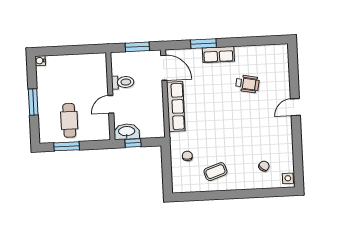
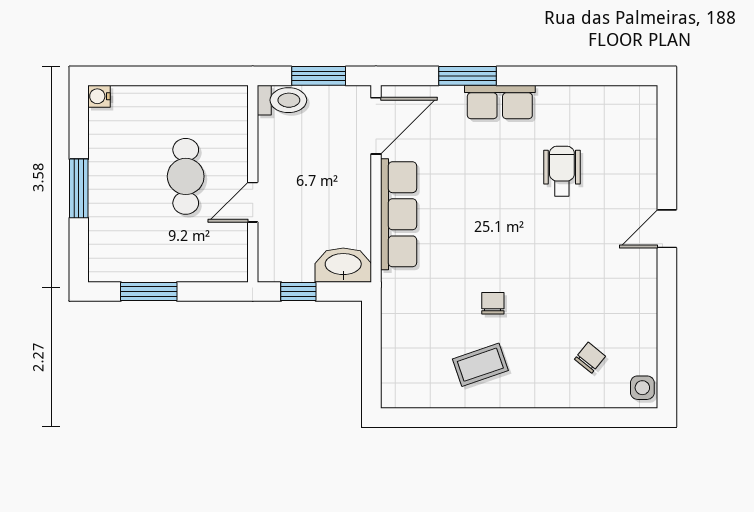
door: (164, 68) -> (376, 126), hinge flipped
toilet: (123, 82) -> (282, 100), moved
wheelchair: (247, 84) -> (562, 171), turned -101
cafe table: (69, 120) -> (186, 176), moved
washbasin: (127, 132) -> (343, 265), moved
chair: (187, 156) -> (493, 303), moved

